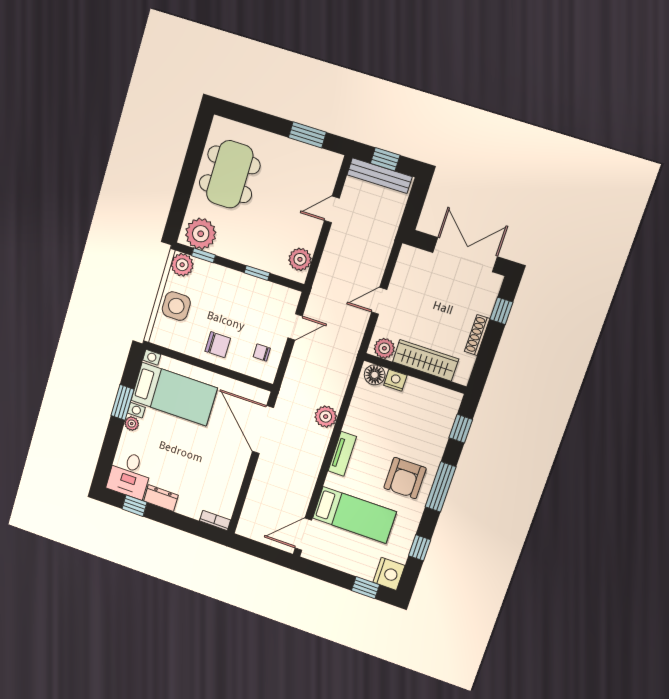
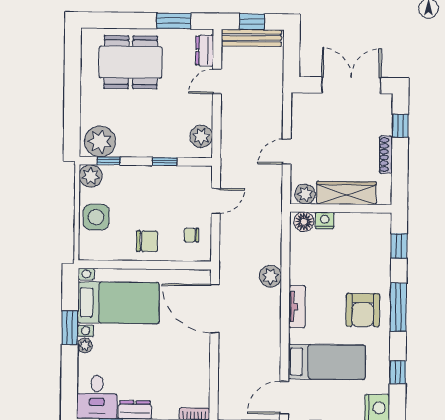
dining table: (230, 174) -> (131, 62), moved, turned 90
dresser: (329, 174) -> (205, 51), added

